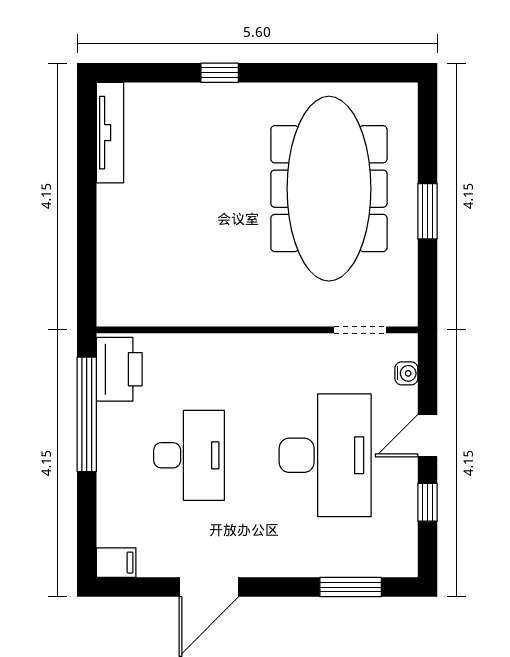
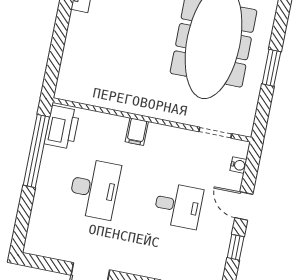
door: (427, 436) -> (244, 206), hinge flipped
desk: (325, 455) -> (178, 206), width x0.53, depth x0.77
filing cabinet: (116, 563) -> (137, 132), moved, turned 90

